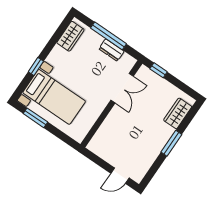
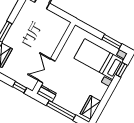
dresser: (111, 50) -> (47, 93), moved
window: (36, 66) -> (122, 70), moved

